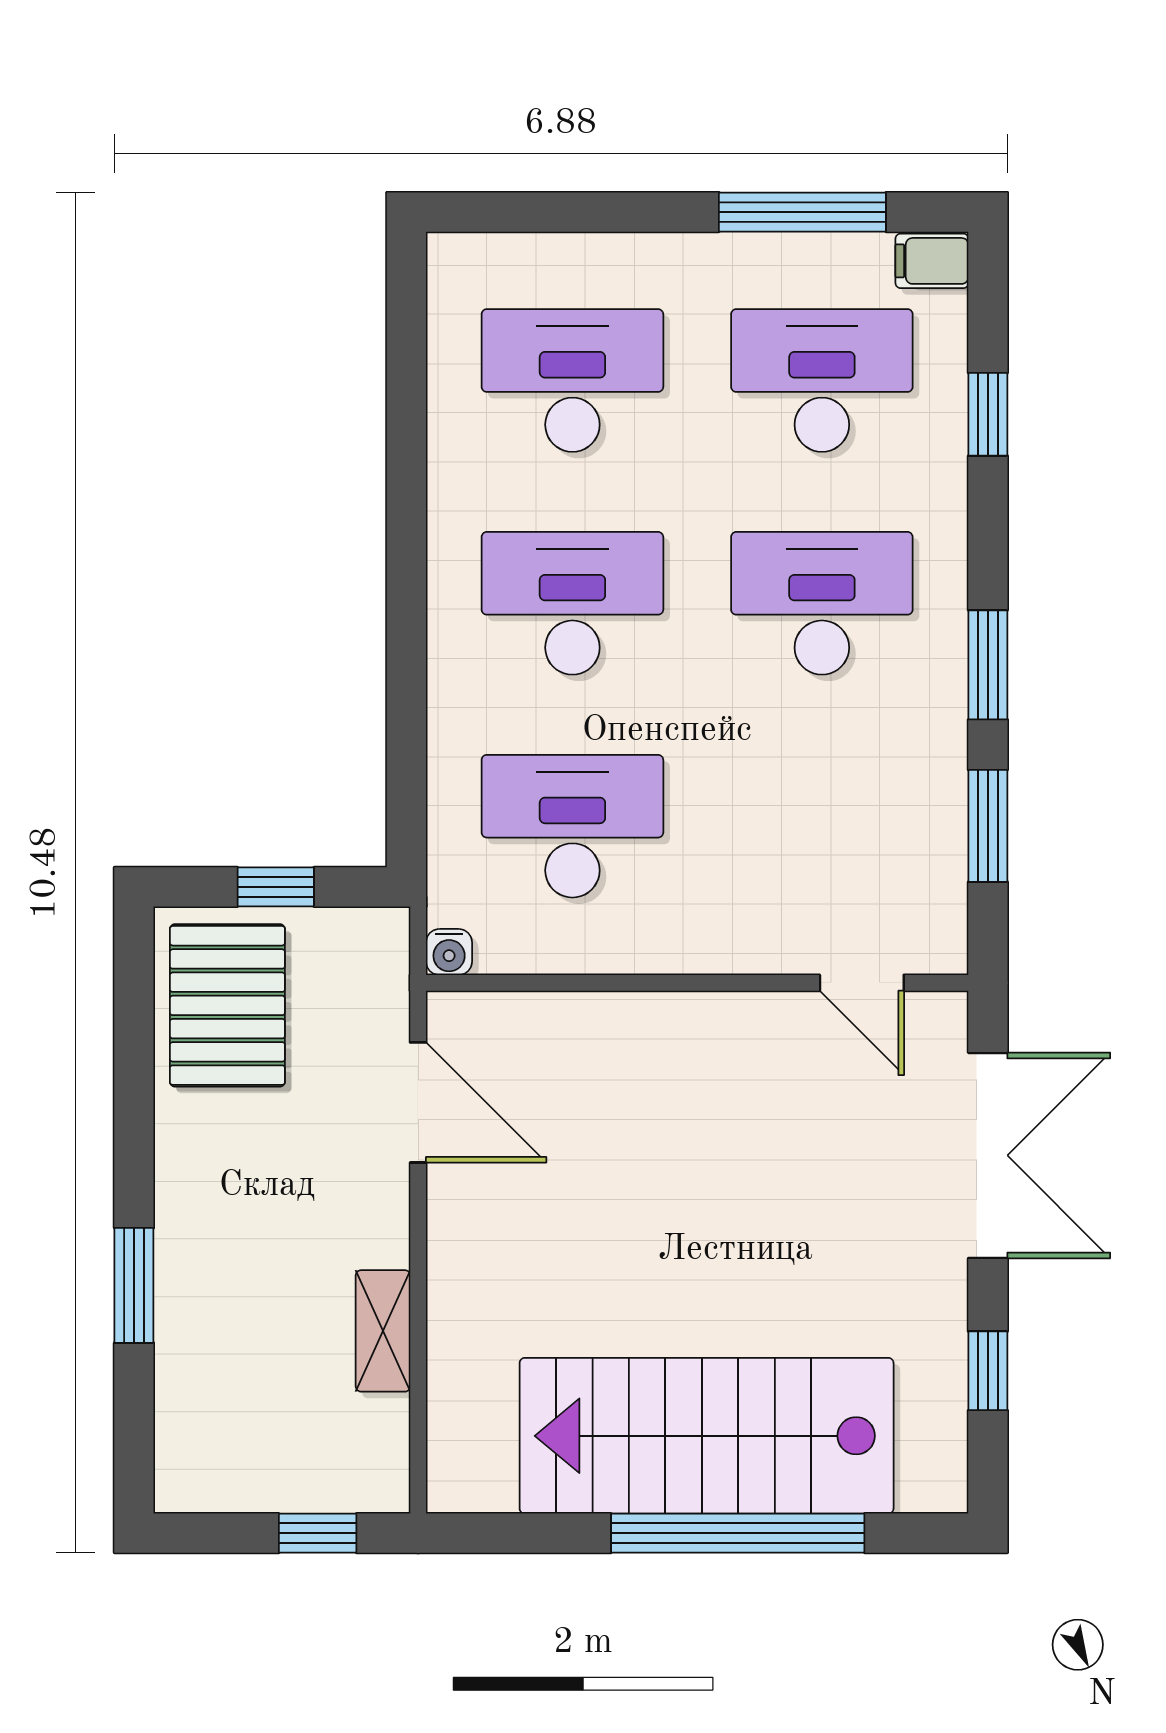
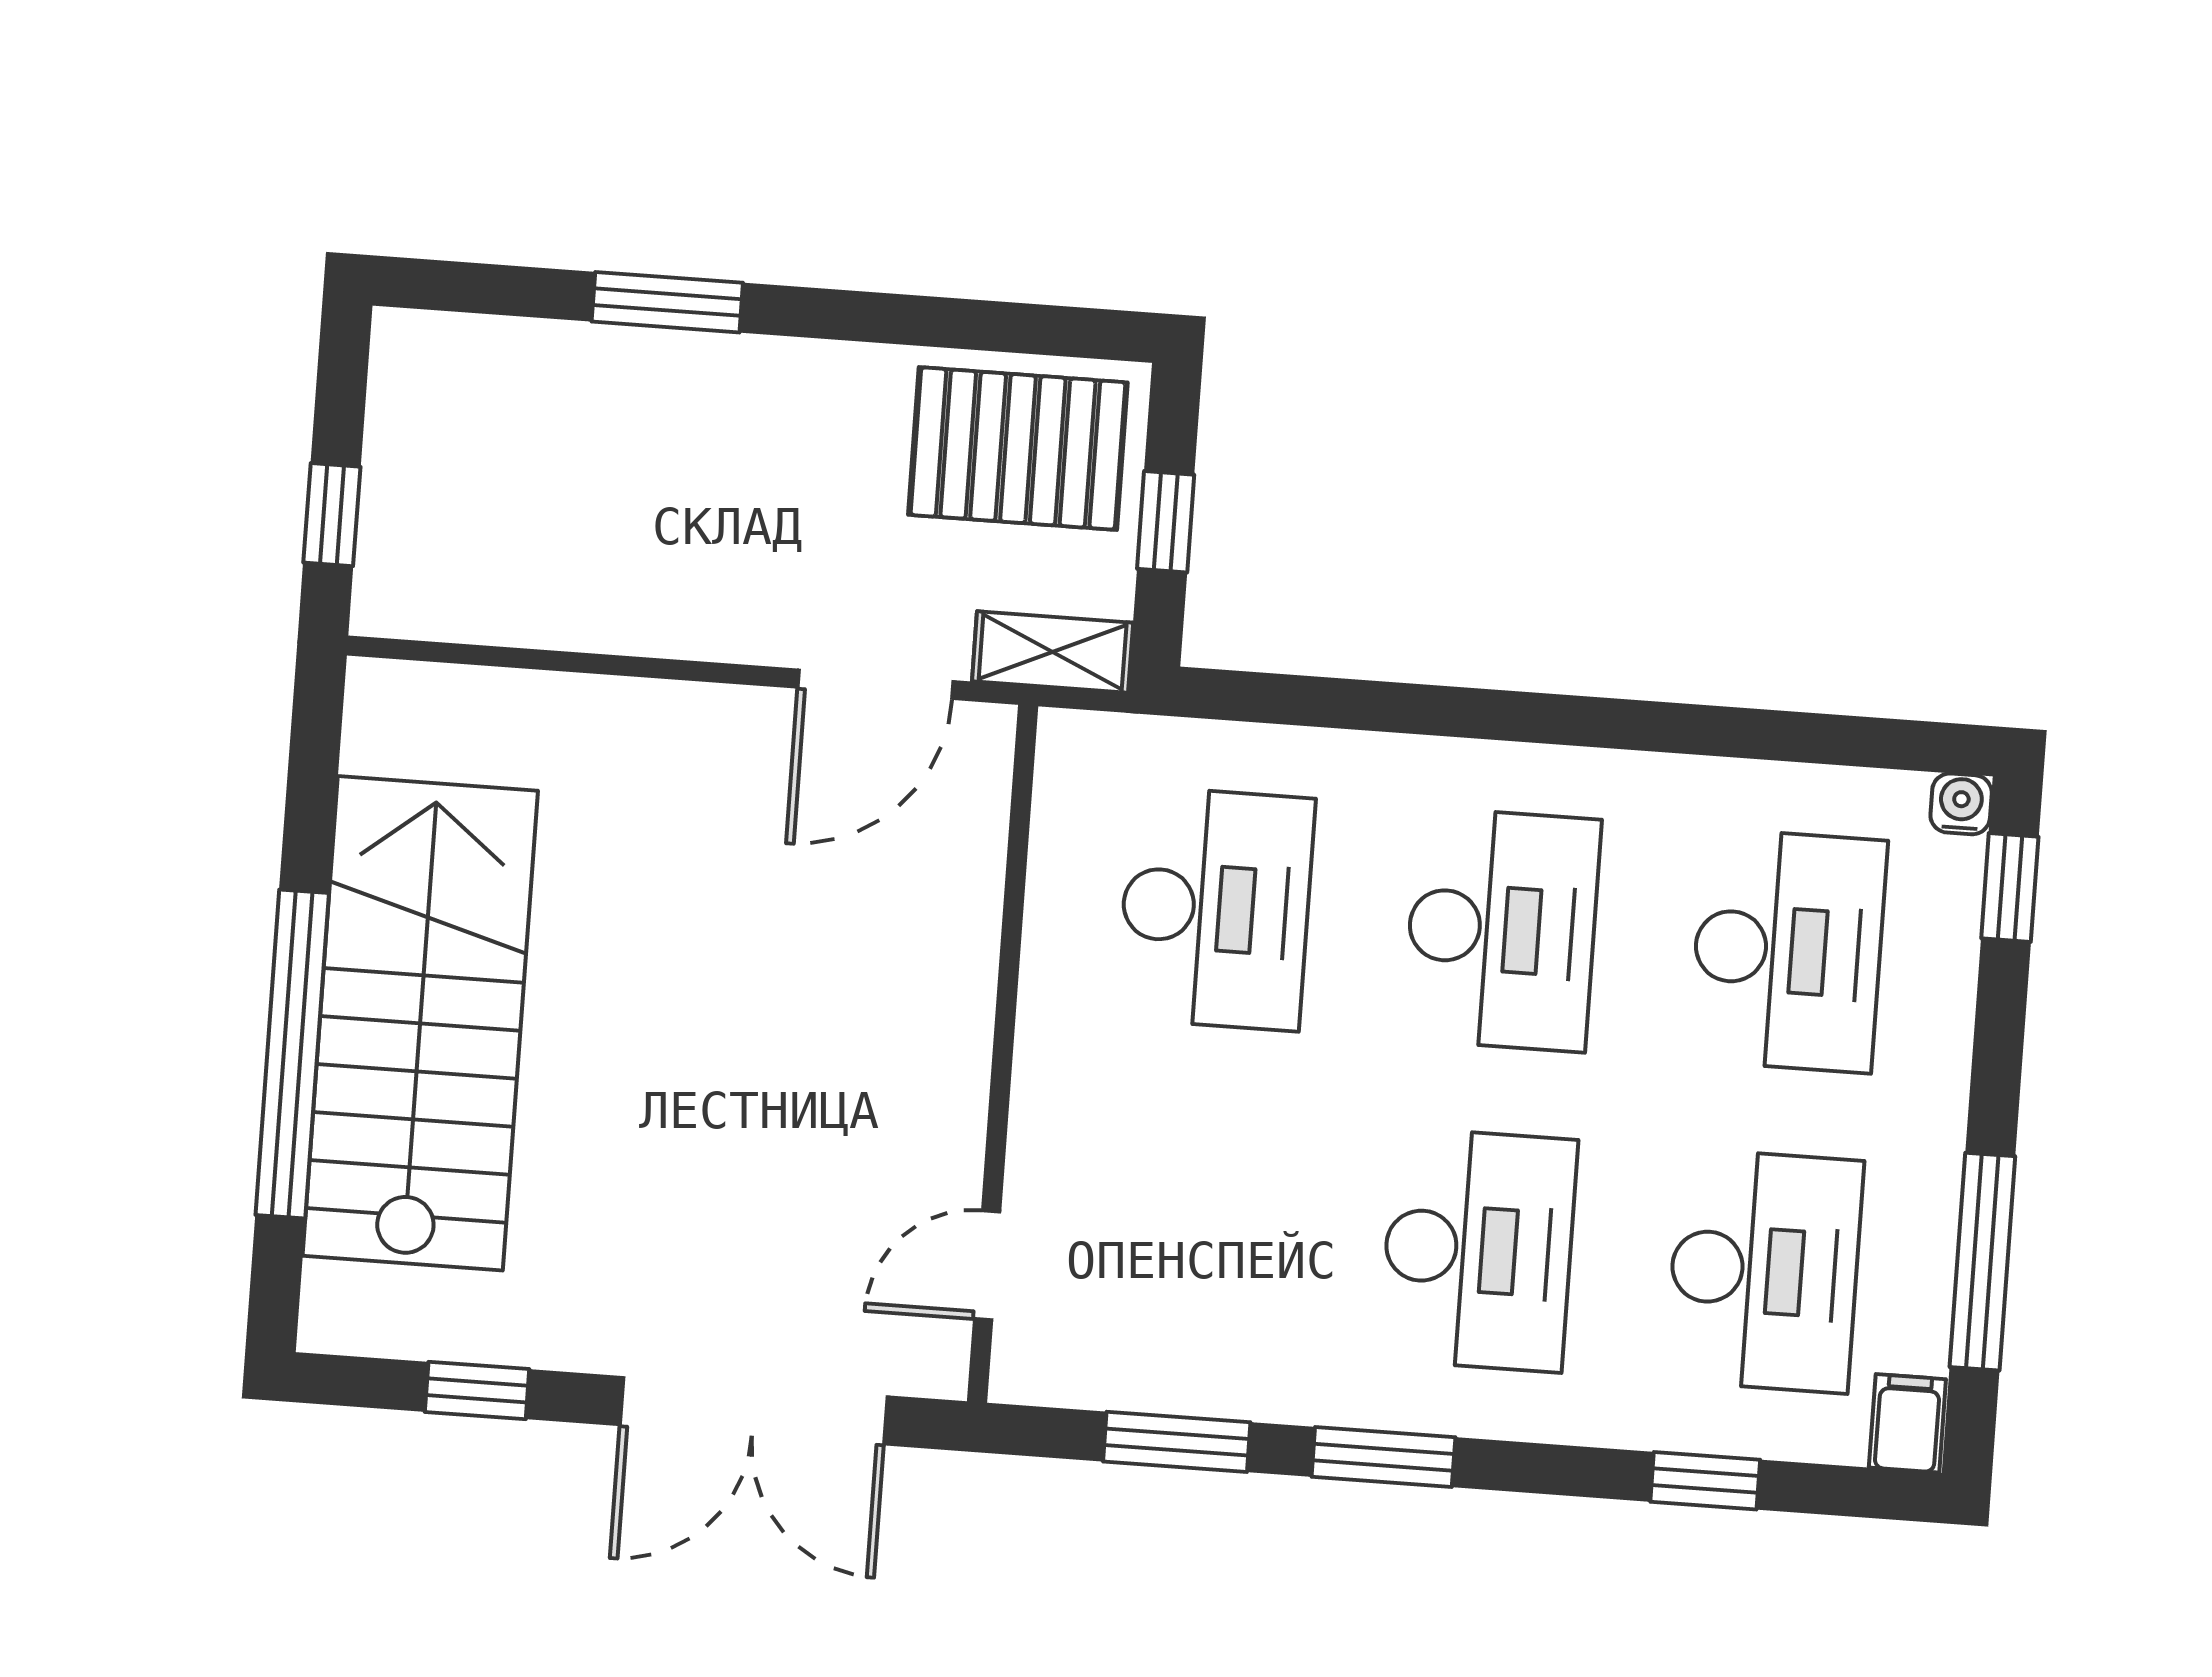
window: (511, 212) -> (2010, 887), added
water cooler: (449, 952) -> (1961, 804), moved, turned 90
shelving: (383, 1331) -> (1053, 652), moved

